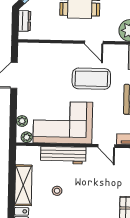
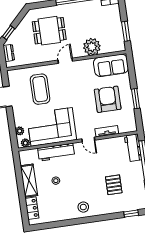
door: (94, 42) -> (65, 61), swing flipped
coffee table: (91, 79) -> (40, 89), moved, turned 90

